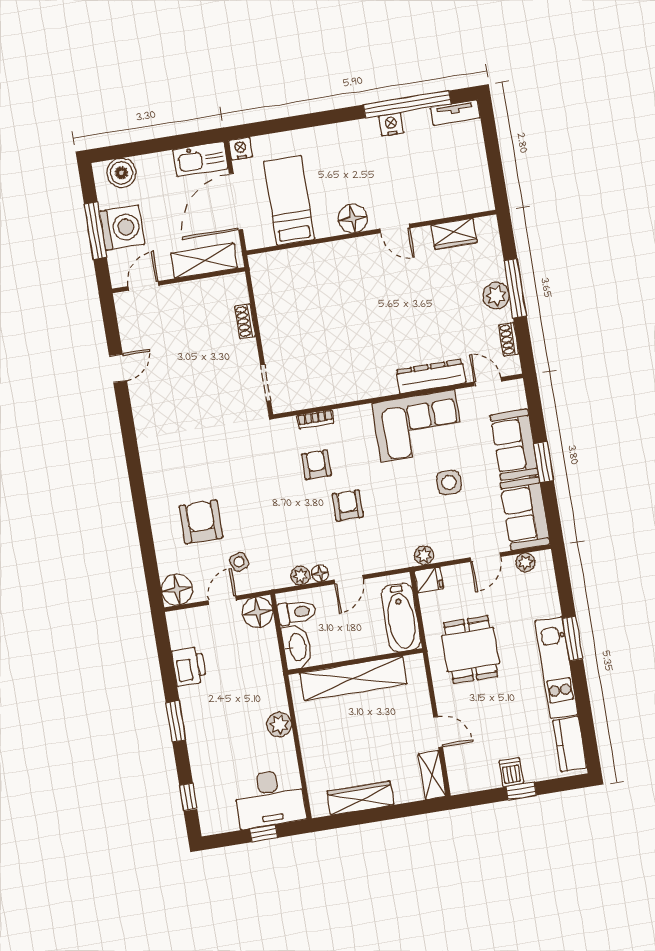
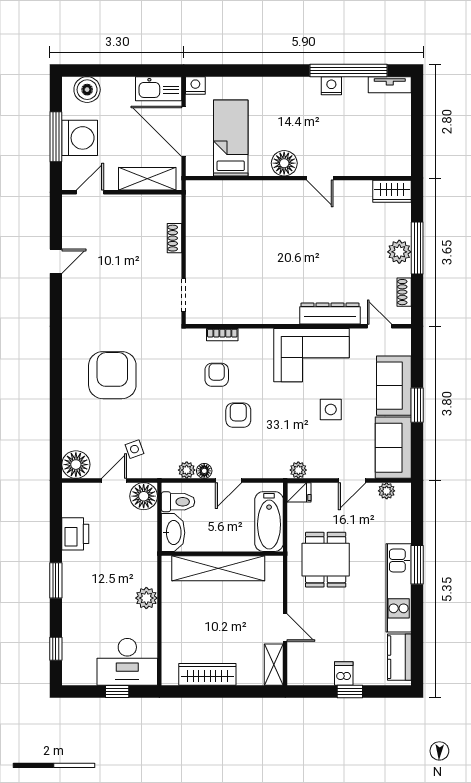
door: (236, 201) -> (184, 131), hinge flipped
wardrobe: (454, 234) -> (392, 191), moved
armchair: (201, 522) -> (112, 375), moved, width x1.36, depth x1.36

